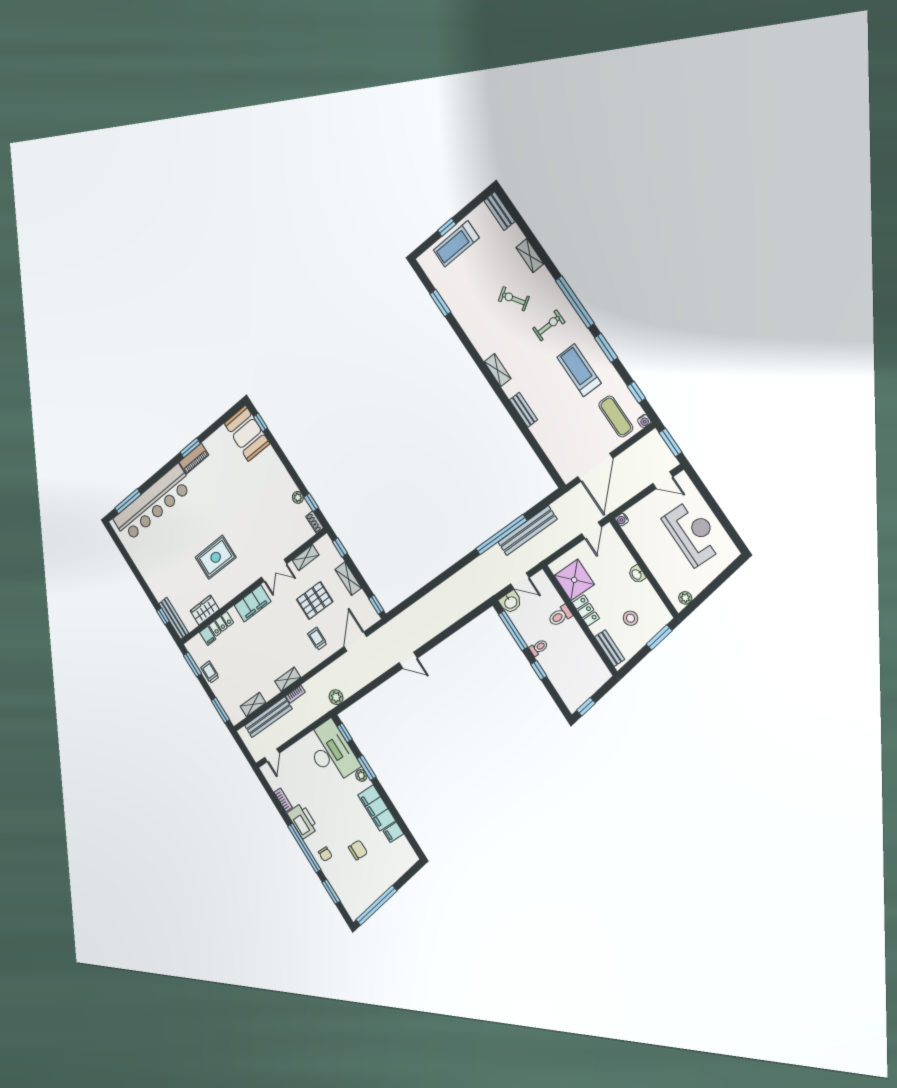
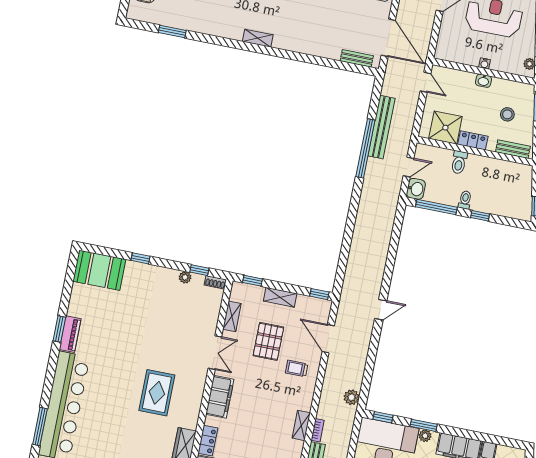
bench: (523, 410) -> (357, 58), moved
window: (260, 422) -> (140, 258), moved
water cooler: (622, 520) -> (485, 63), moved

